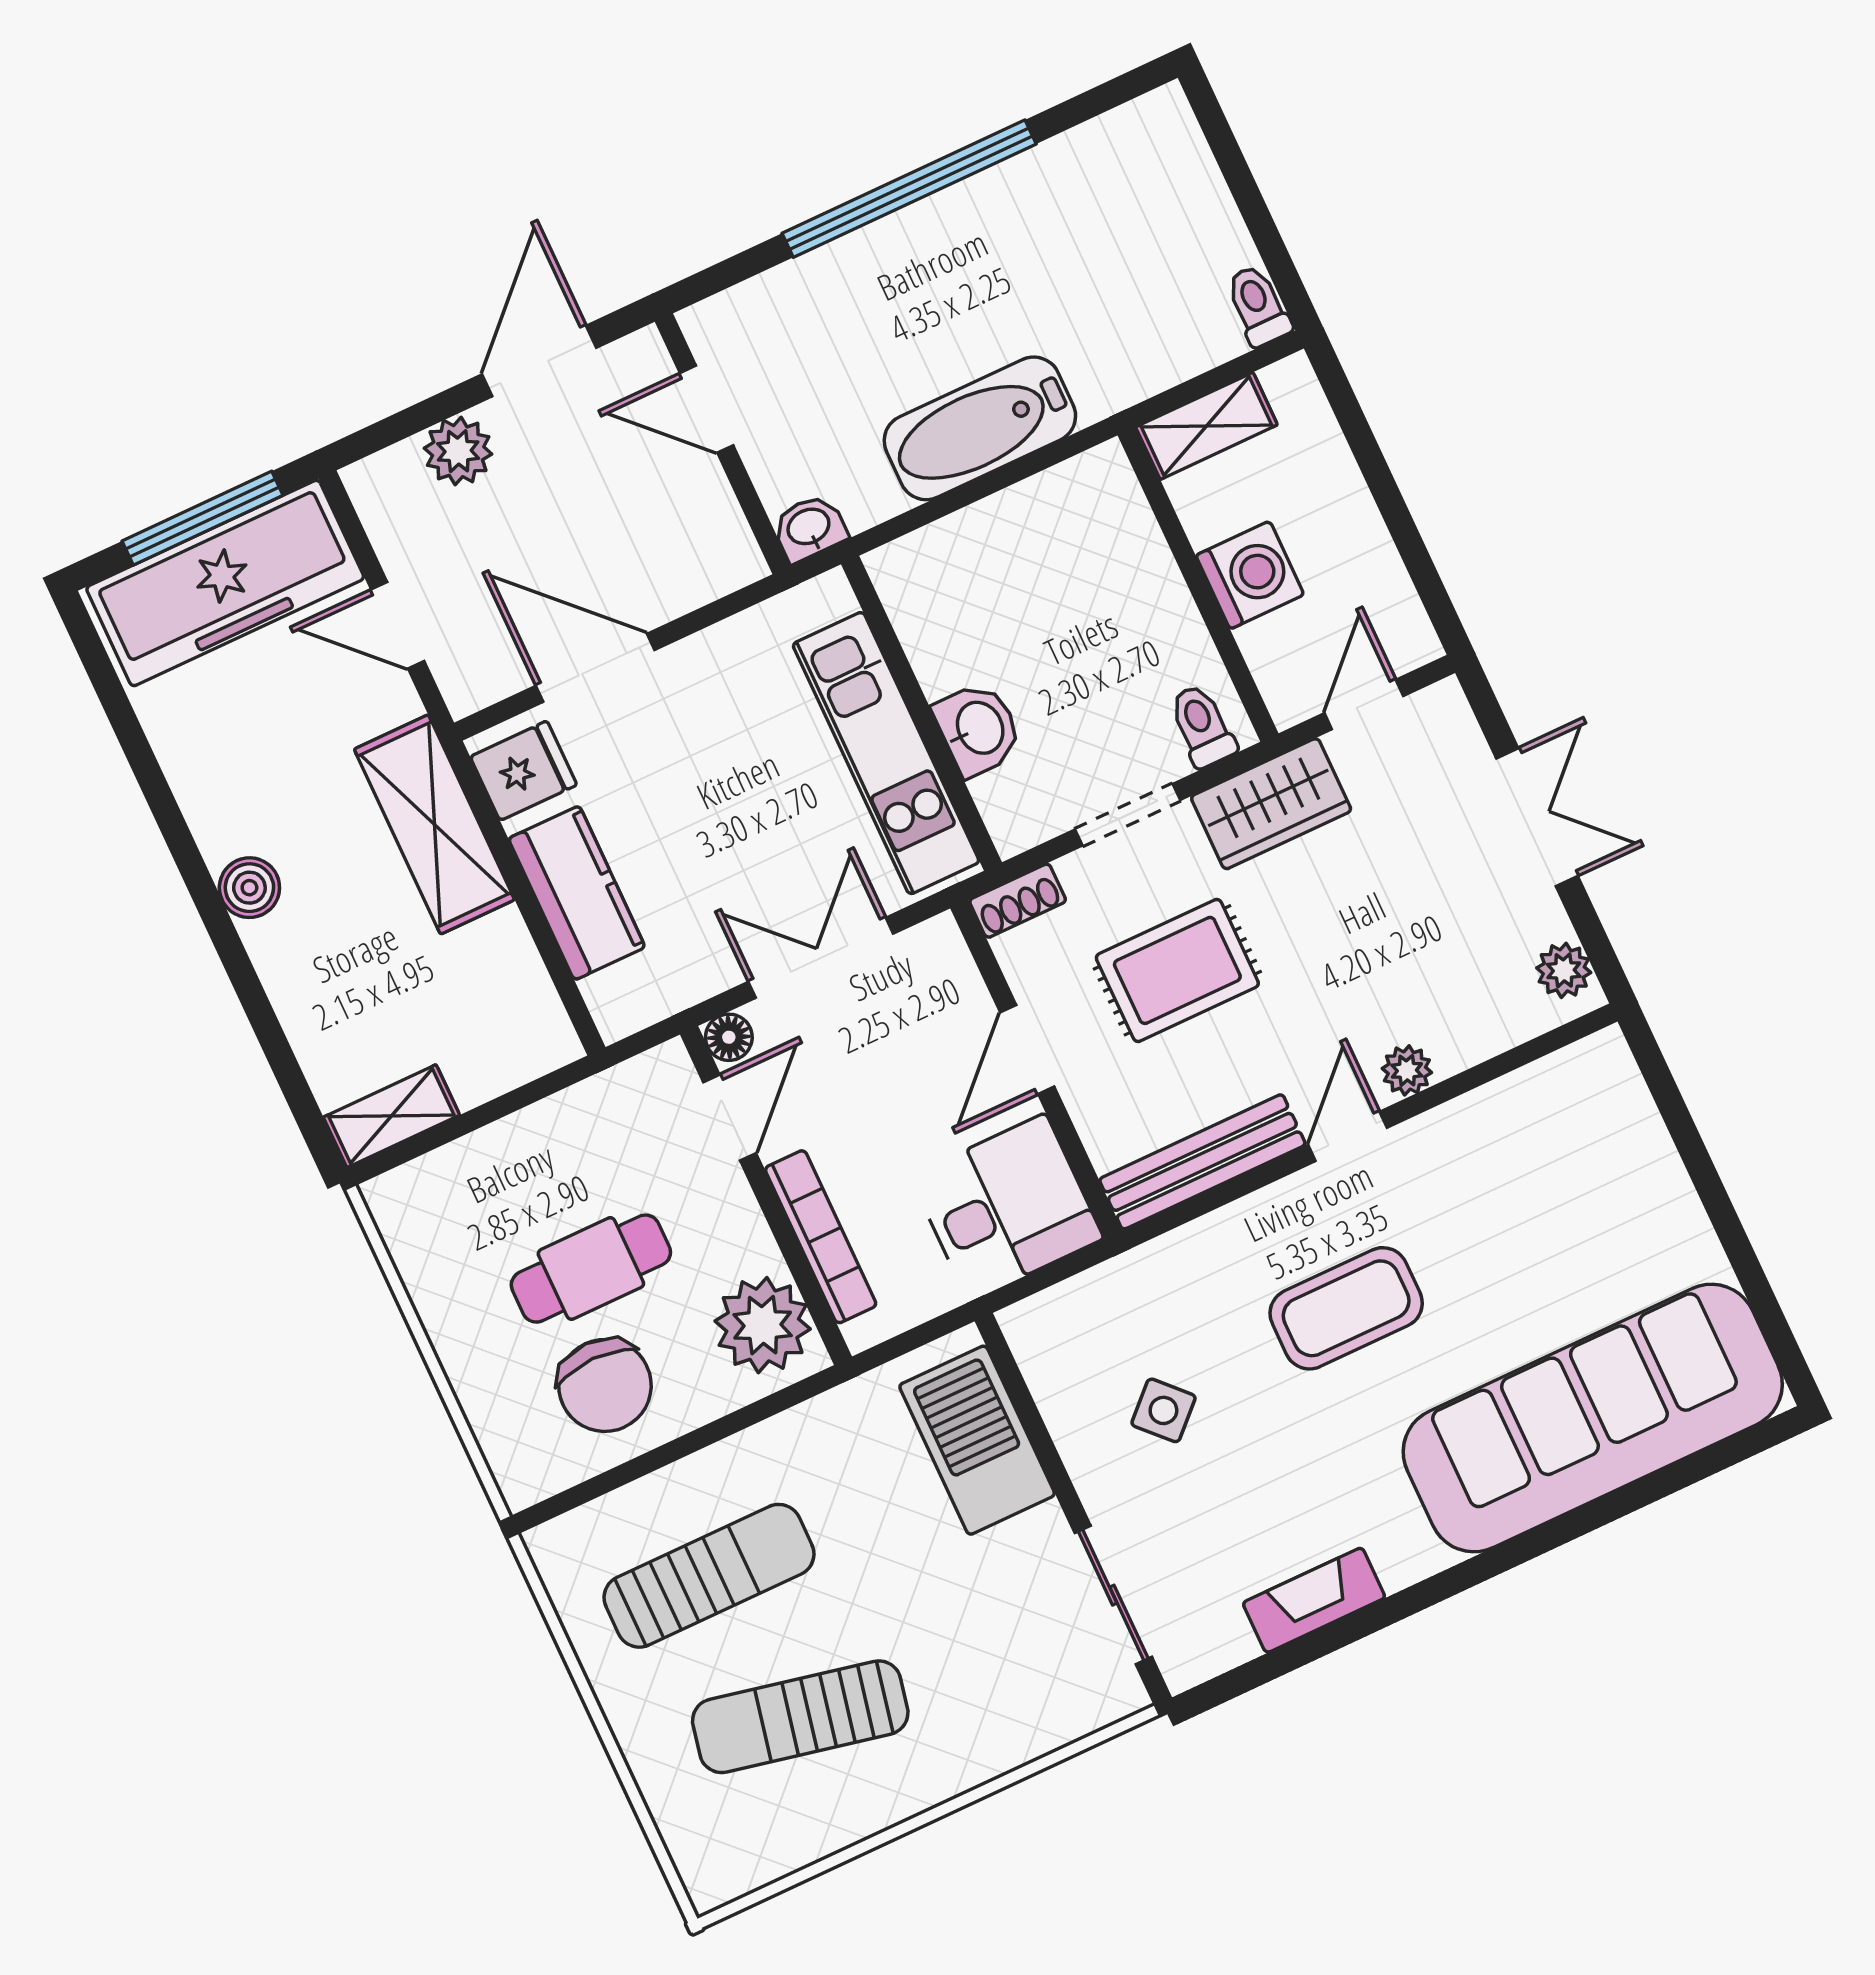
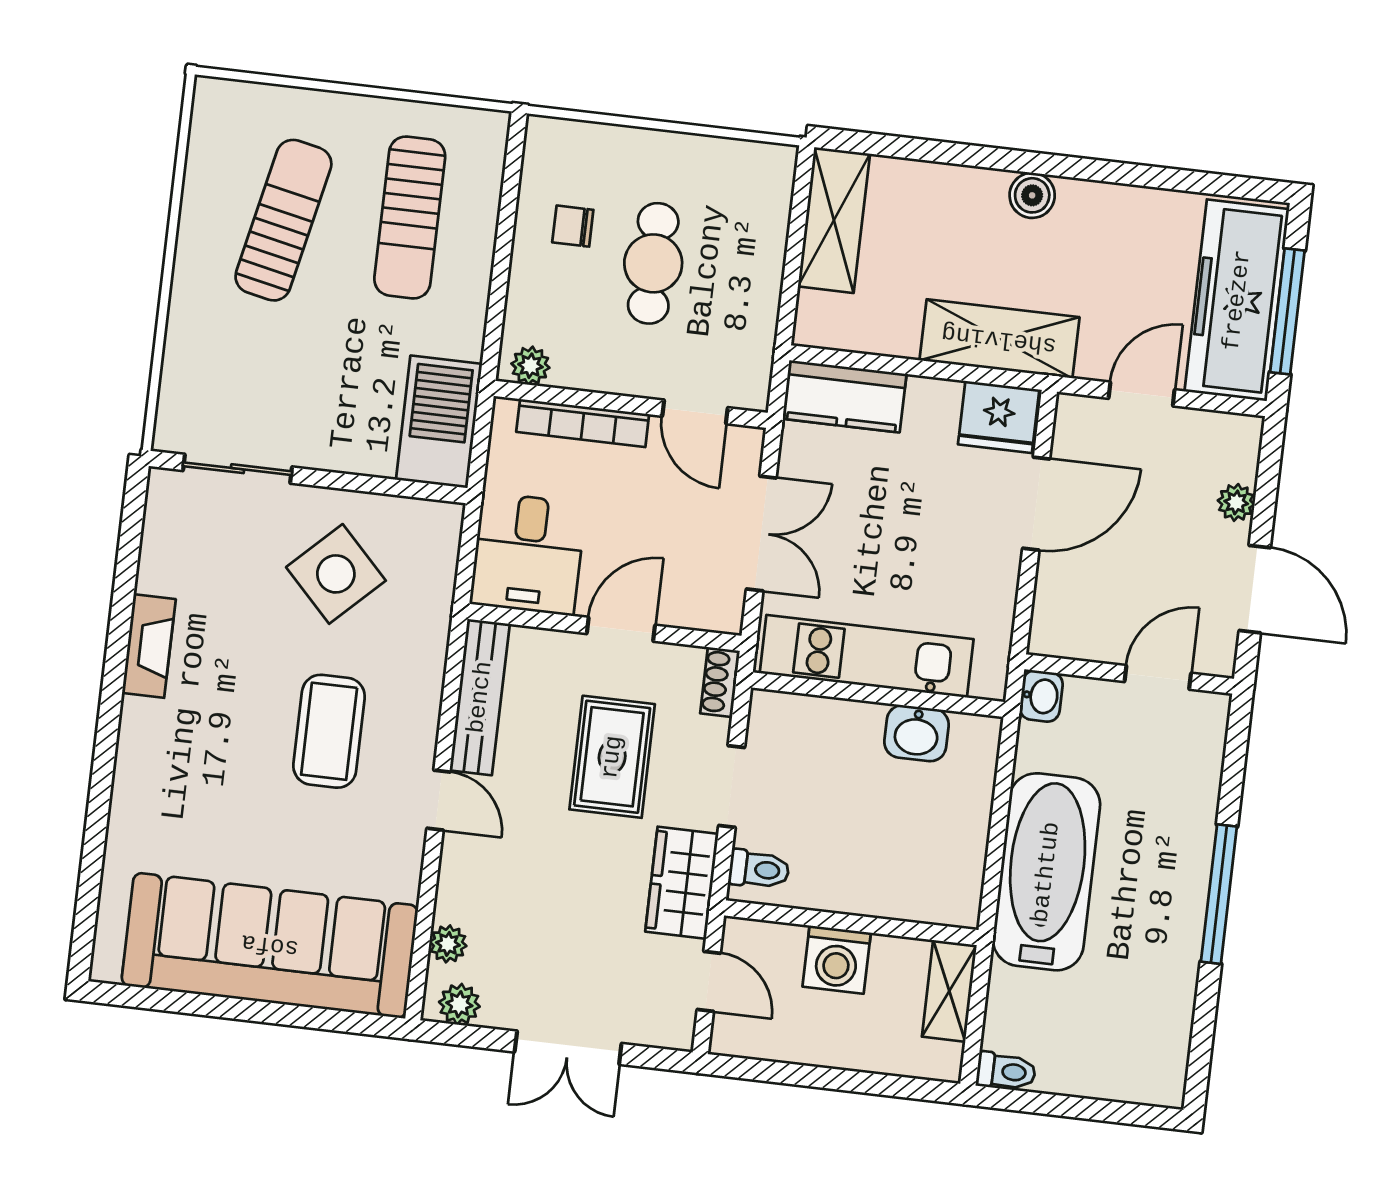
window: (909, 189) -> (1219, 894), width x0.68
bathtub: (980, 428) -> (1046, 872), width x1.36, depth x1.36
plant: (458, 451) -> (1236, 502), width x0.73, depth x0.73
washbasin: (978, 729) -> (916, 733), moved
fridge: (523, 771) -> (999, 417), width x1.38
kitchen counter: (577, 893) -> (844, 396), moved
floor lamp: (729, 1037) -> (747, 443), removed
door: (1027, 1050) -> (621, 629), hinge flipped
plant: (1407, 1070) -> (448, 944), moved
shelving: (392, 1116) -> (834, 220), width x1.50, depth x1.33
plant: (763, 1325) -> (530, 366), width x0.53, depth x0.53
chair: (605, 1385) -> (573, 226), width x0.54, depth x0.54
side table: (1163, 1410) -> (336, 574), width x1.87, depth x1.87
sofa: (1593, 1418) -> (270, 945), moved, turned -90
barbecue: (977, 1440) -> (439, 422), moved, turned -90
fireplace: (1314, 1600) -> (149, 646), moved

